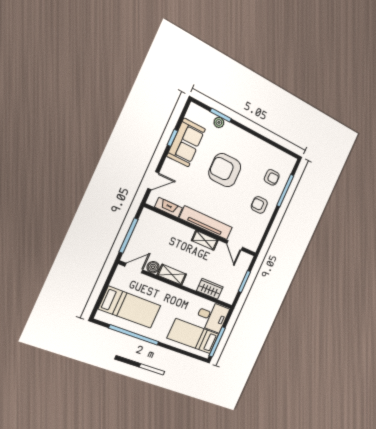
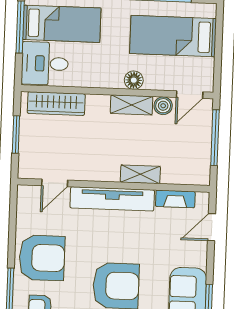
armchair: (259, 205) -> (42, 258), width x1.88, depth x1.88
shelving: (205, 240) -> (140, 174), moved
door: (235, 245) -> (55, 183), swing flipped
floor lamp: (165, 289) -> (134, 80), added
wardrobe: (210, 289) -> (56, 104), width x1.50

